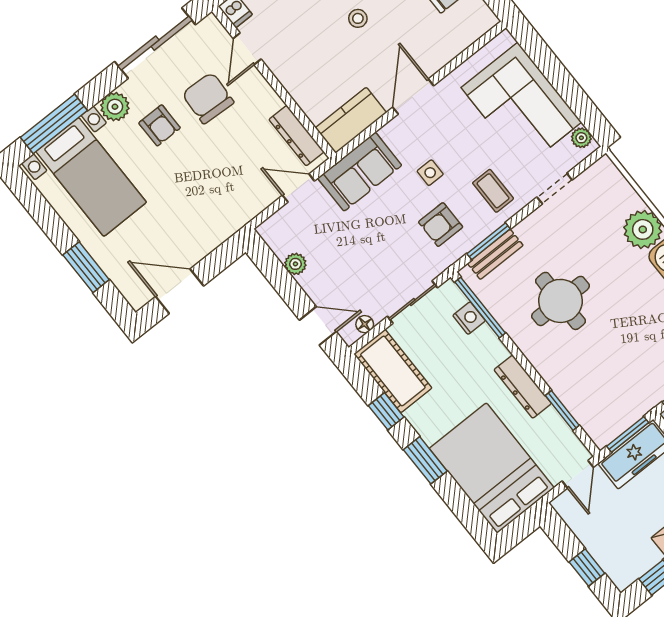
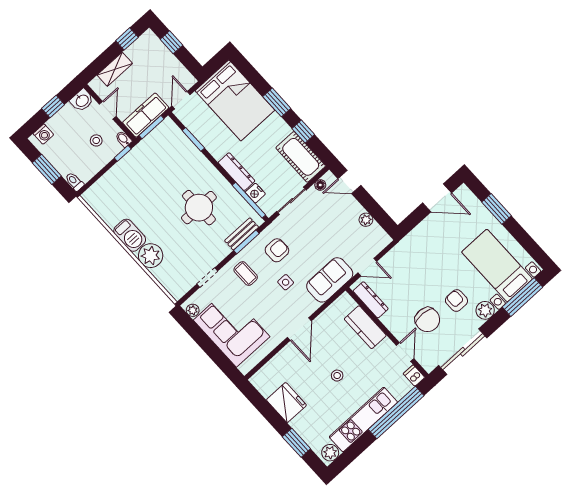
kitchen counter: (351, 120) -> (365, 327), moved, turned 90
dresser: (523, 387) -> (236, 172), moved

